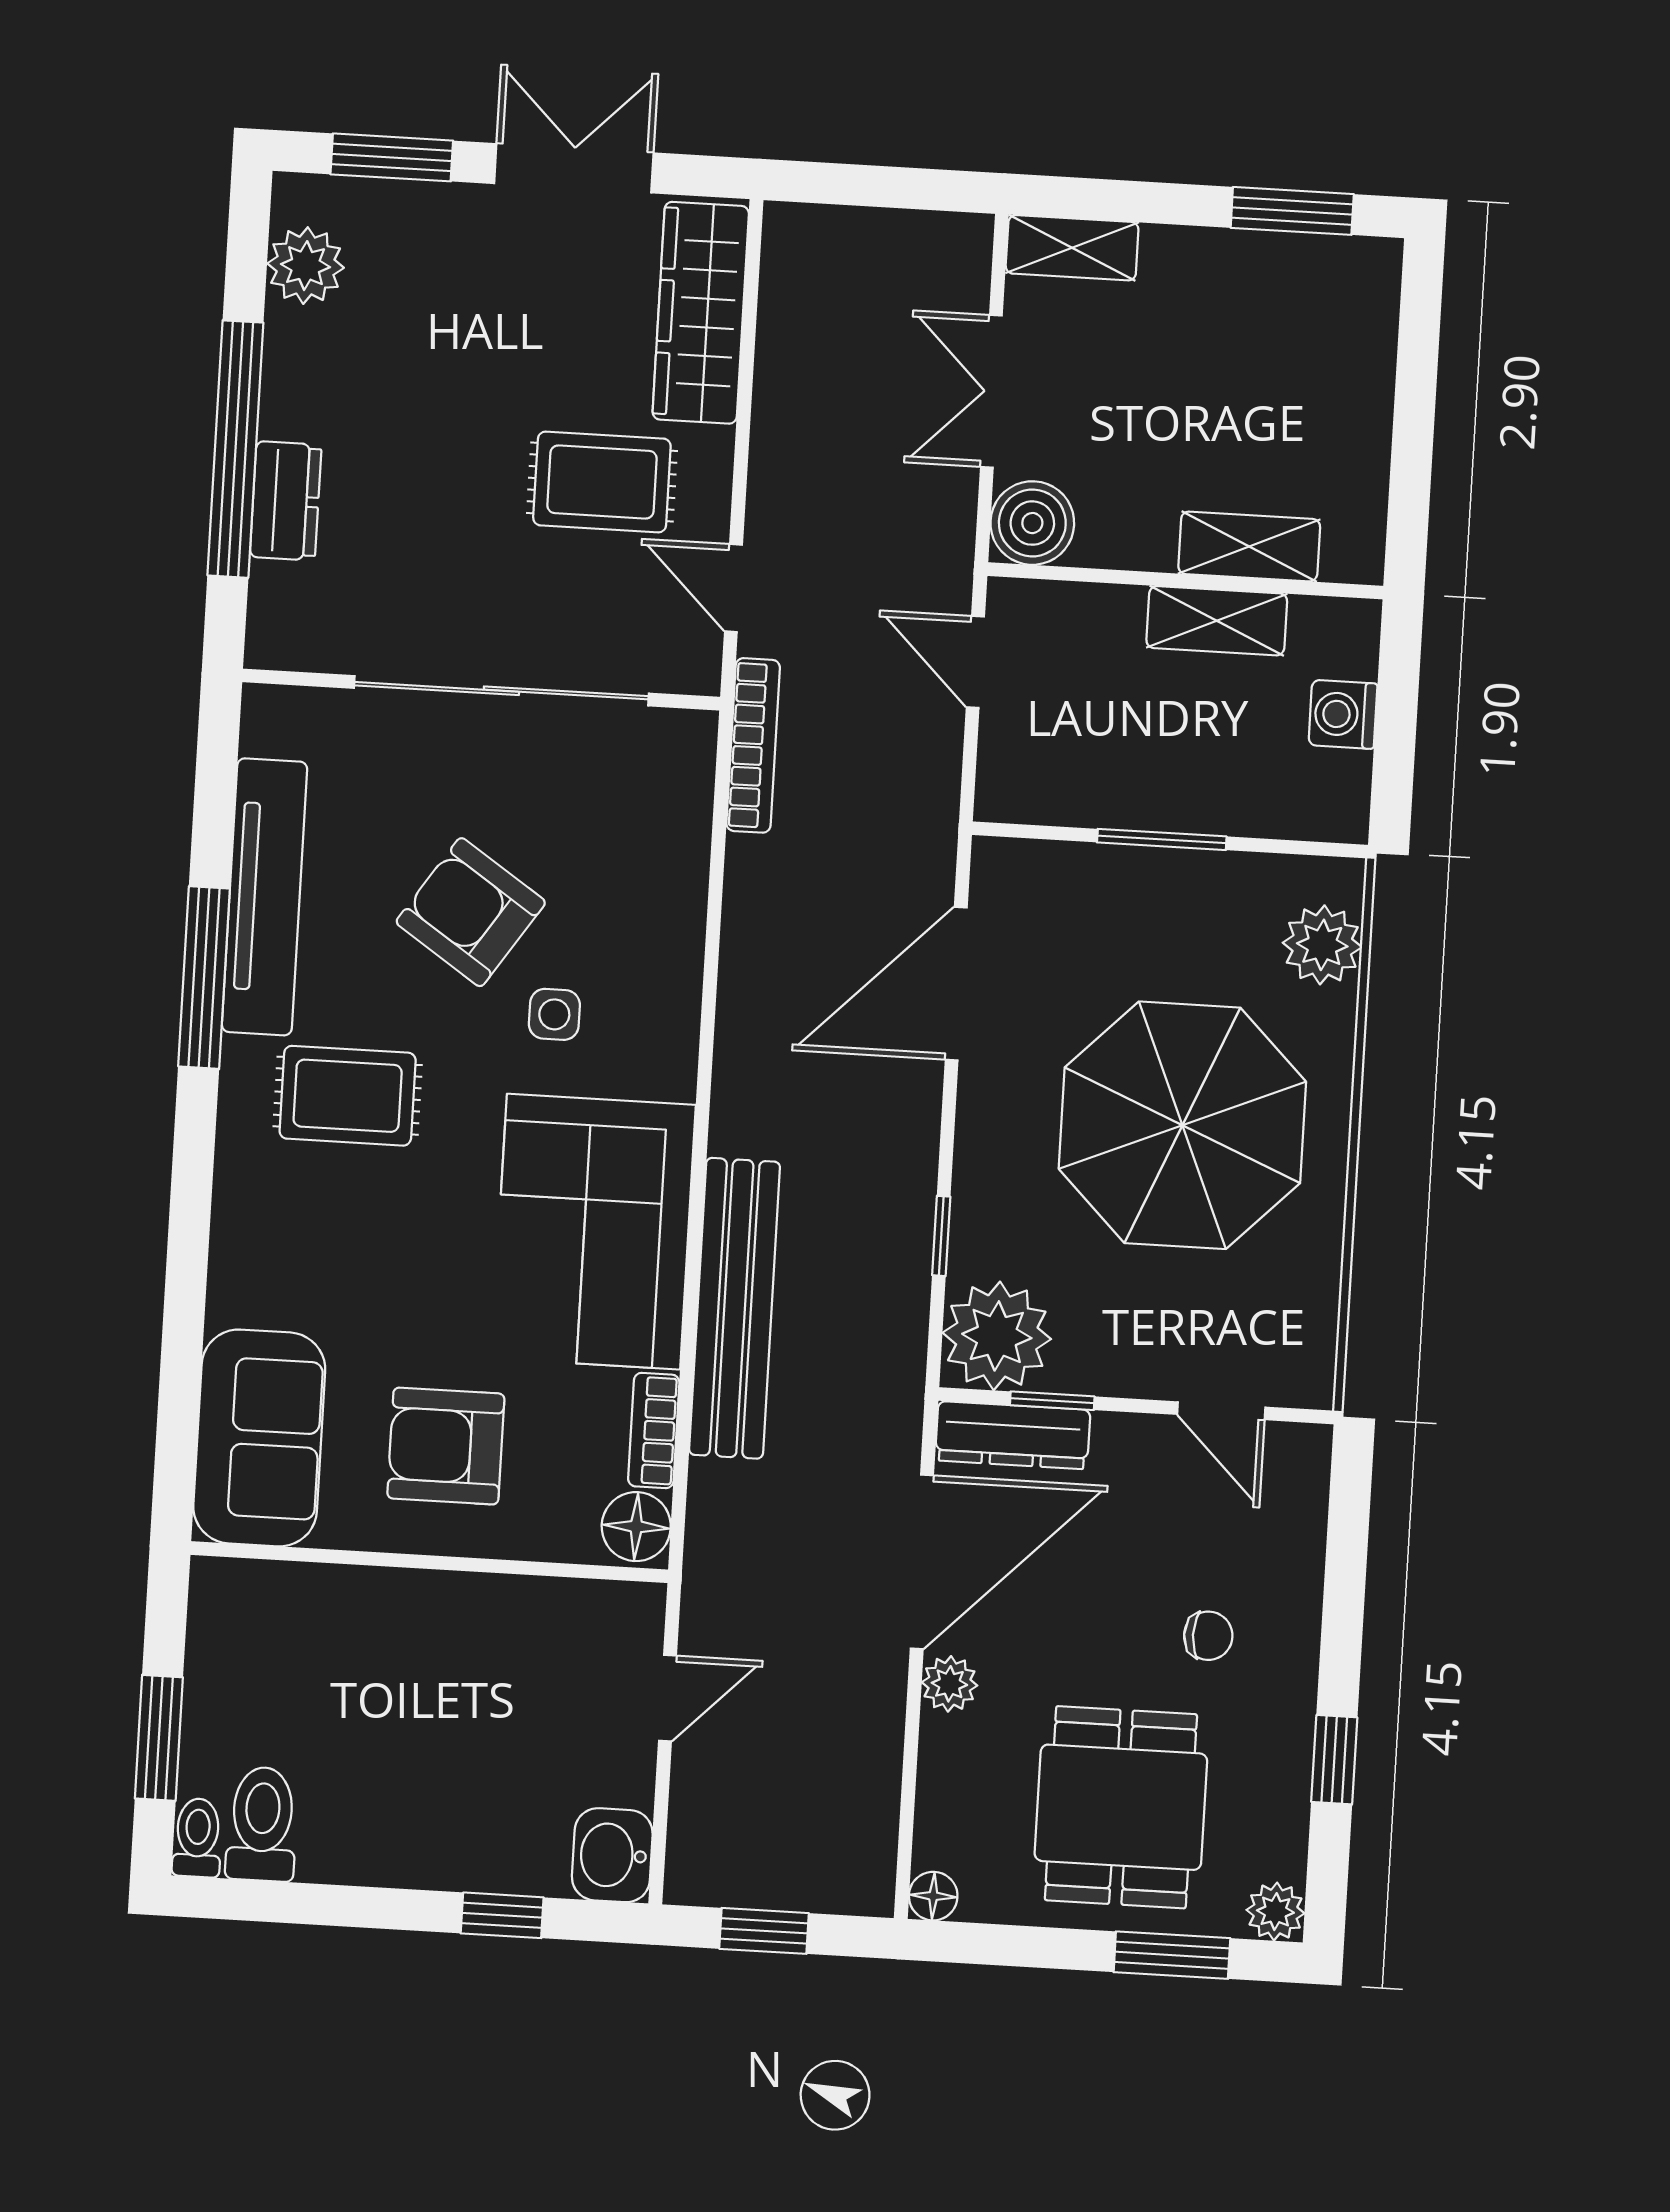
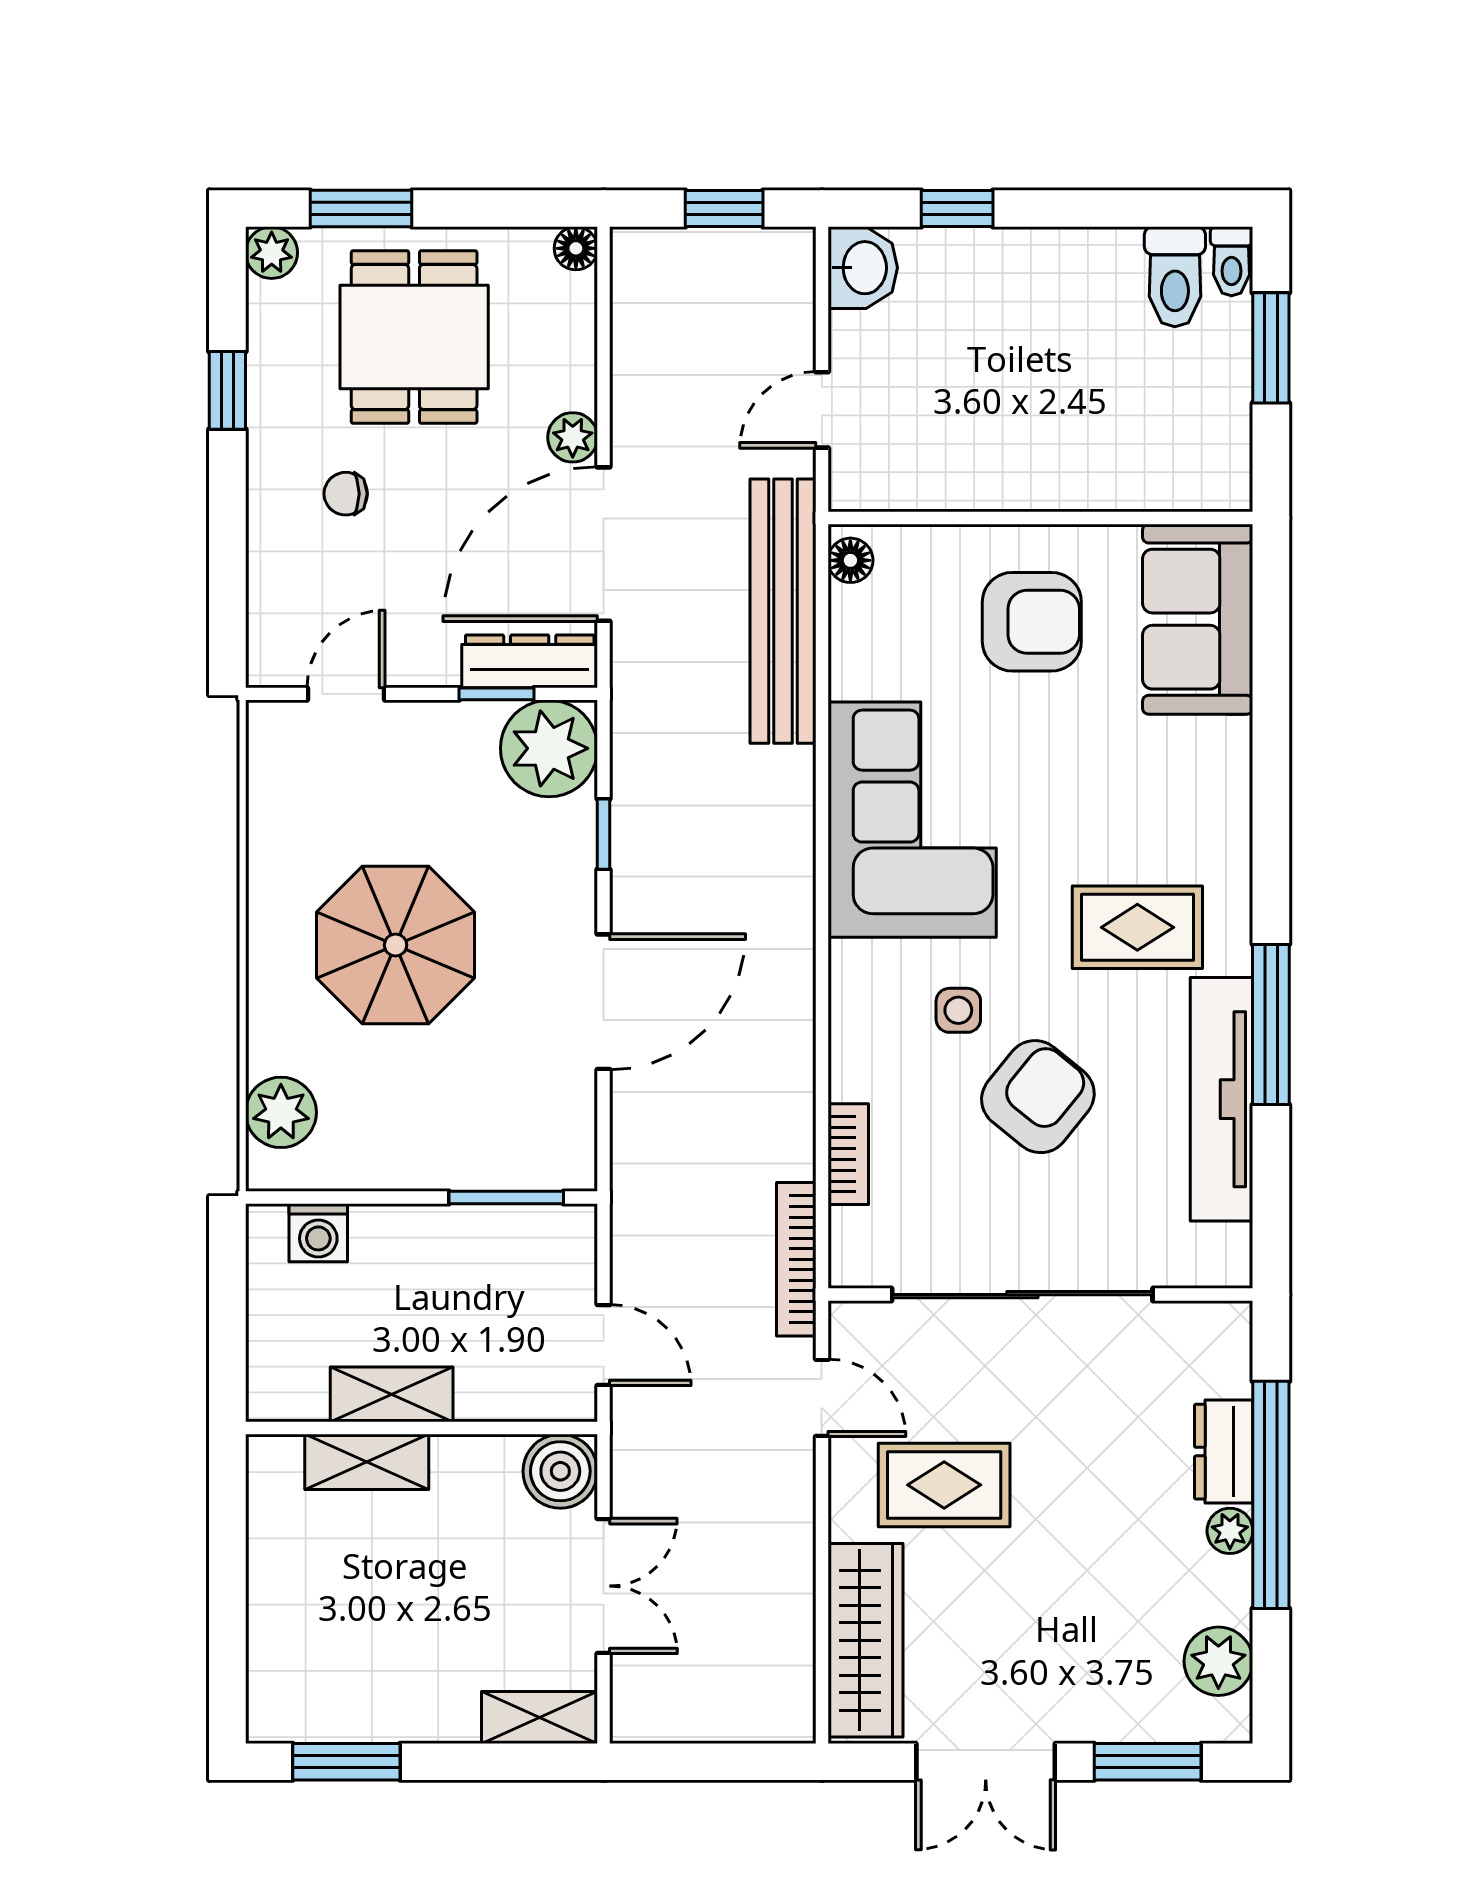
plant: (284, 411) -> (1230, 1531), added
washing machine: (1343, 714) -> (318, 1233), moved, turned 90
window: (1162, 839) -> (506, 1197), moved
armchair: (471, 912) -> (1038, 1097), turned -85
door: (956, 984) -> (604, 1002), moved
parasol: (1182, 1125) -> (396, 945), width x0.73, depth x0.73
bench: (735, 1308) -> (783, 611), moved
door: (1221, 1411) -> (346, 694), hinge flipped
bookcase: (654, 1431) -> (848, 1154), moved
floor lamp: (636, 1527) -> (850, 560), width x0.73, depth x0.73

